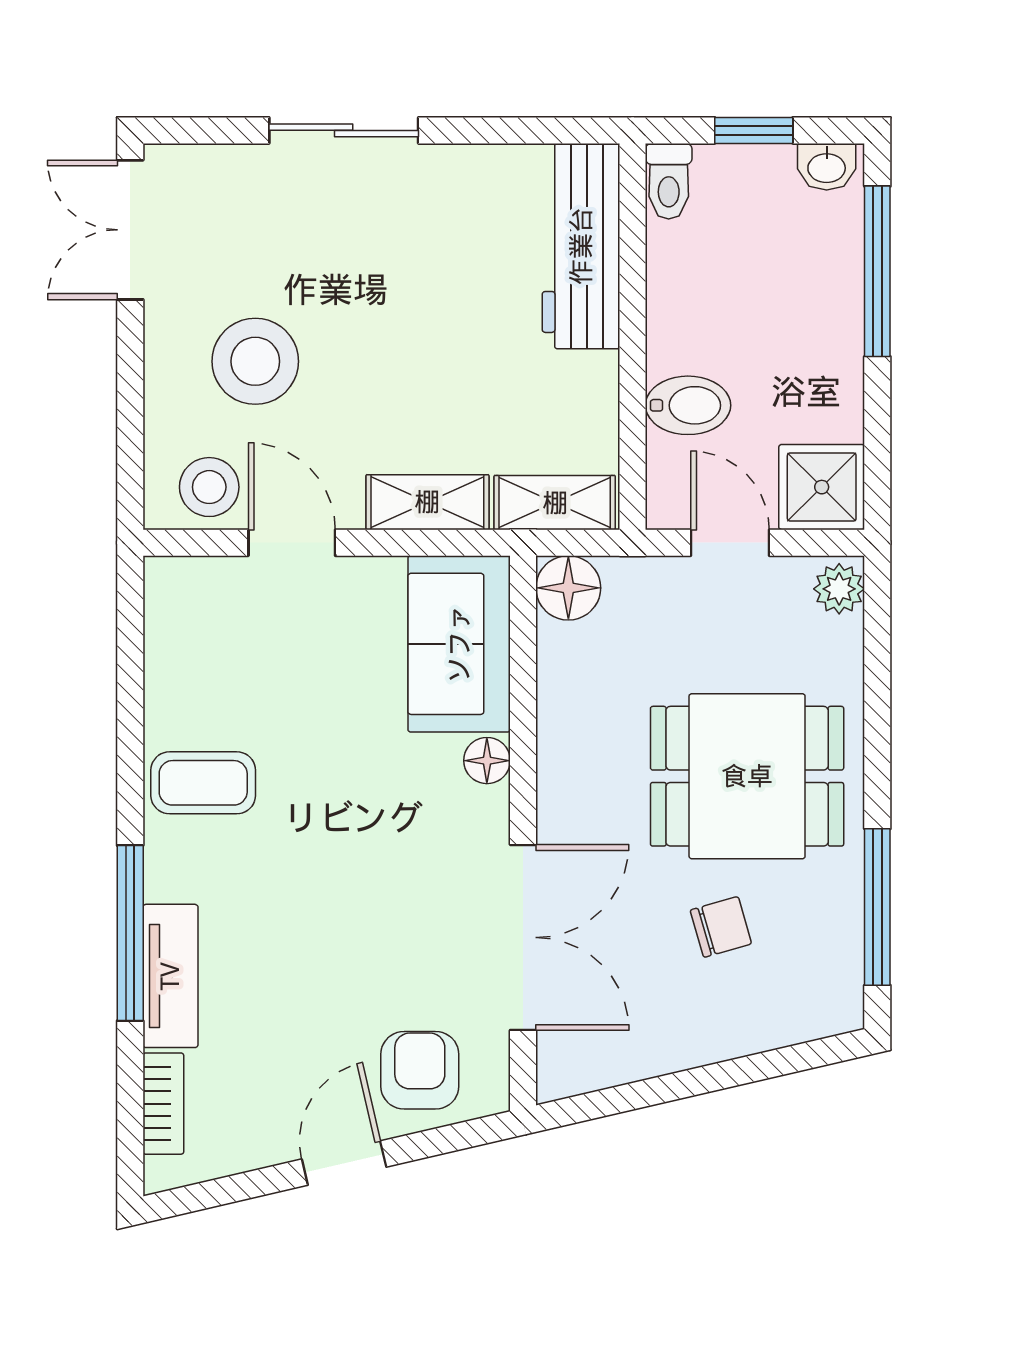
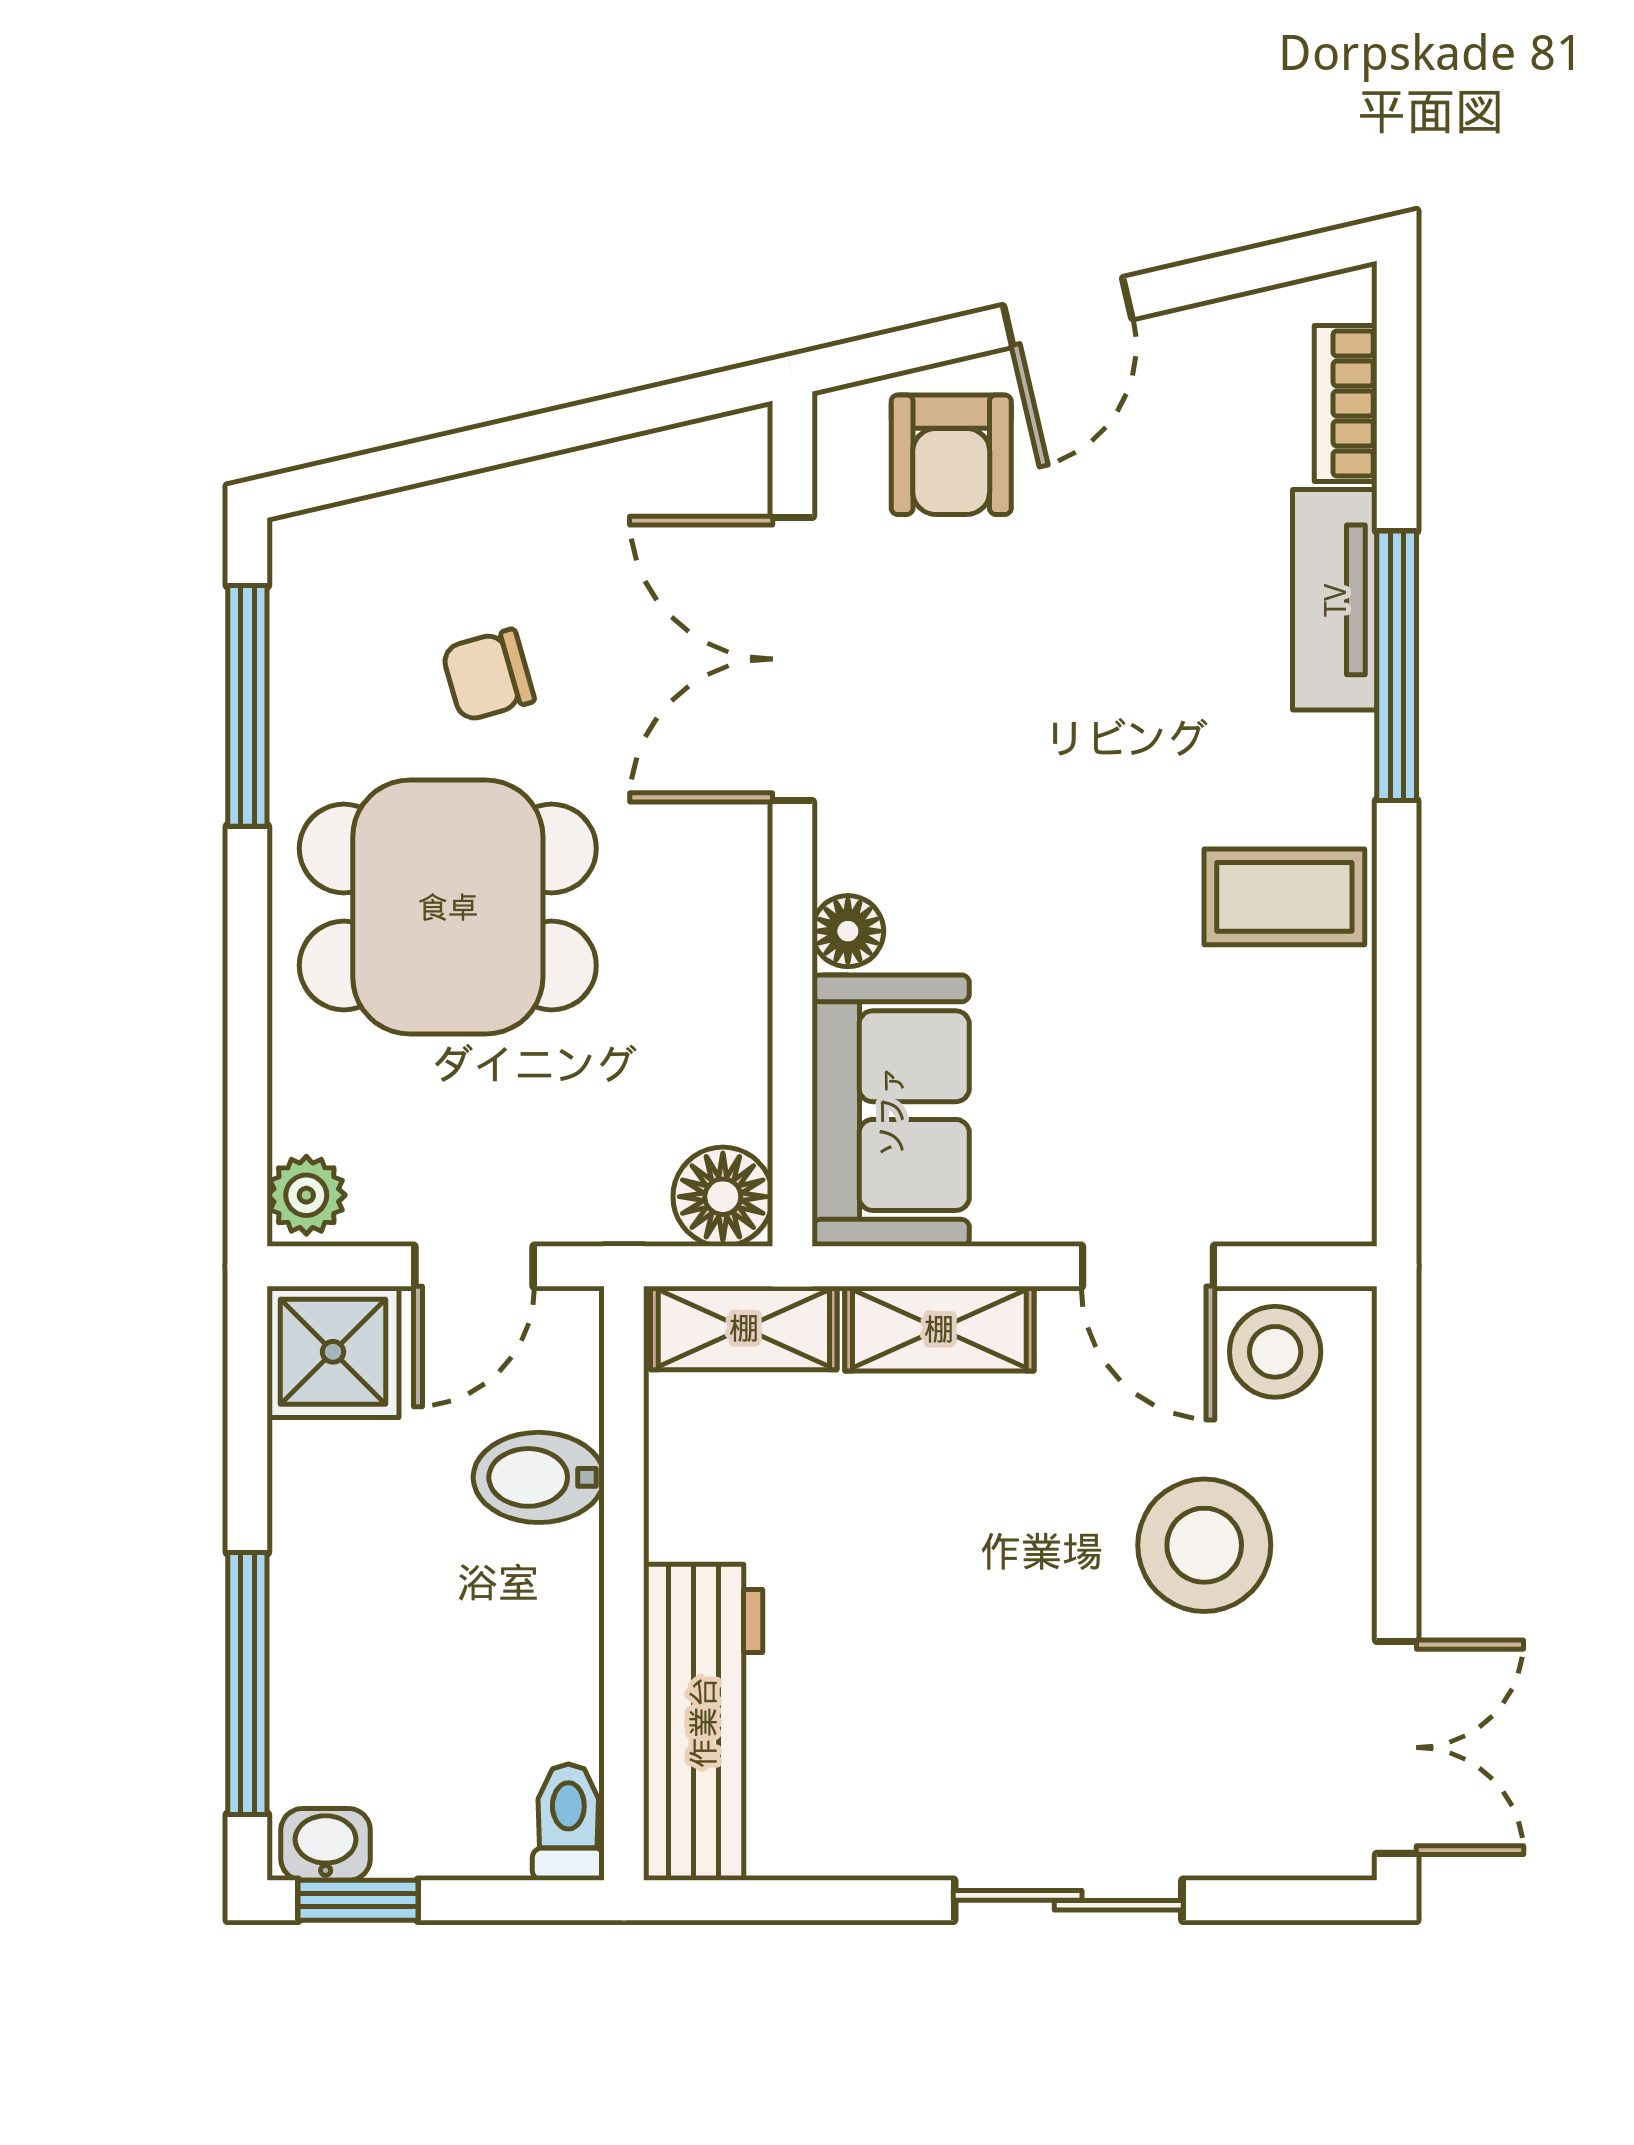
window: (754, 130) -> (358, 1900), moved
door: (730, 543) -> (474, 1266), hinge flipped

